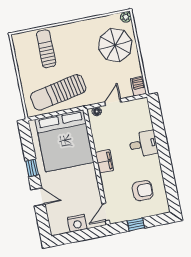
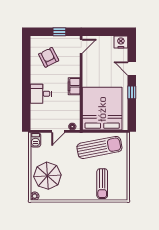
armchair: (143, 191) -> (49, 57), turned 63
nightstand: (77, 223) -> (121, 42), moved

